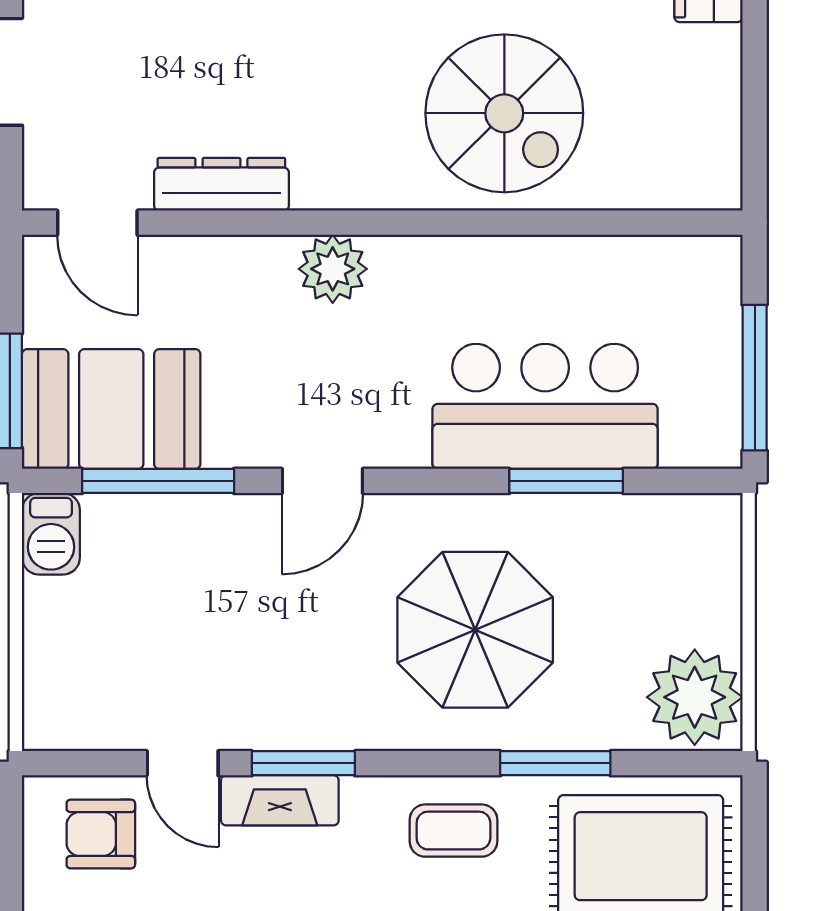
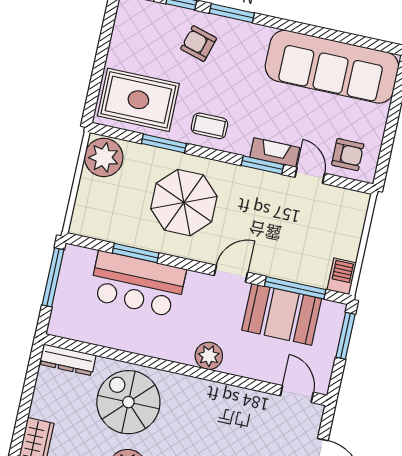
dresser: (221, 184) -> (68, 360), moved
booth: (111, 409) -> (282, 314), moved

